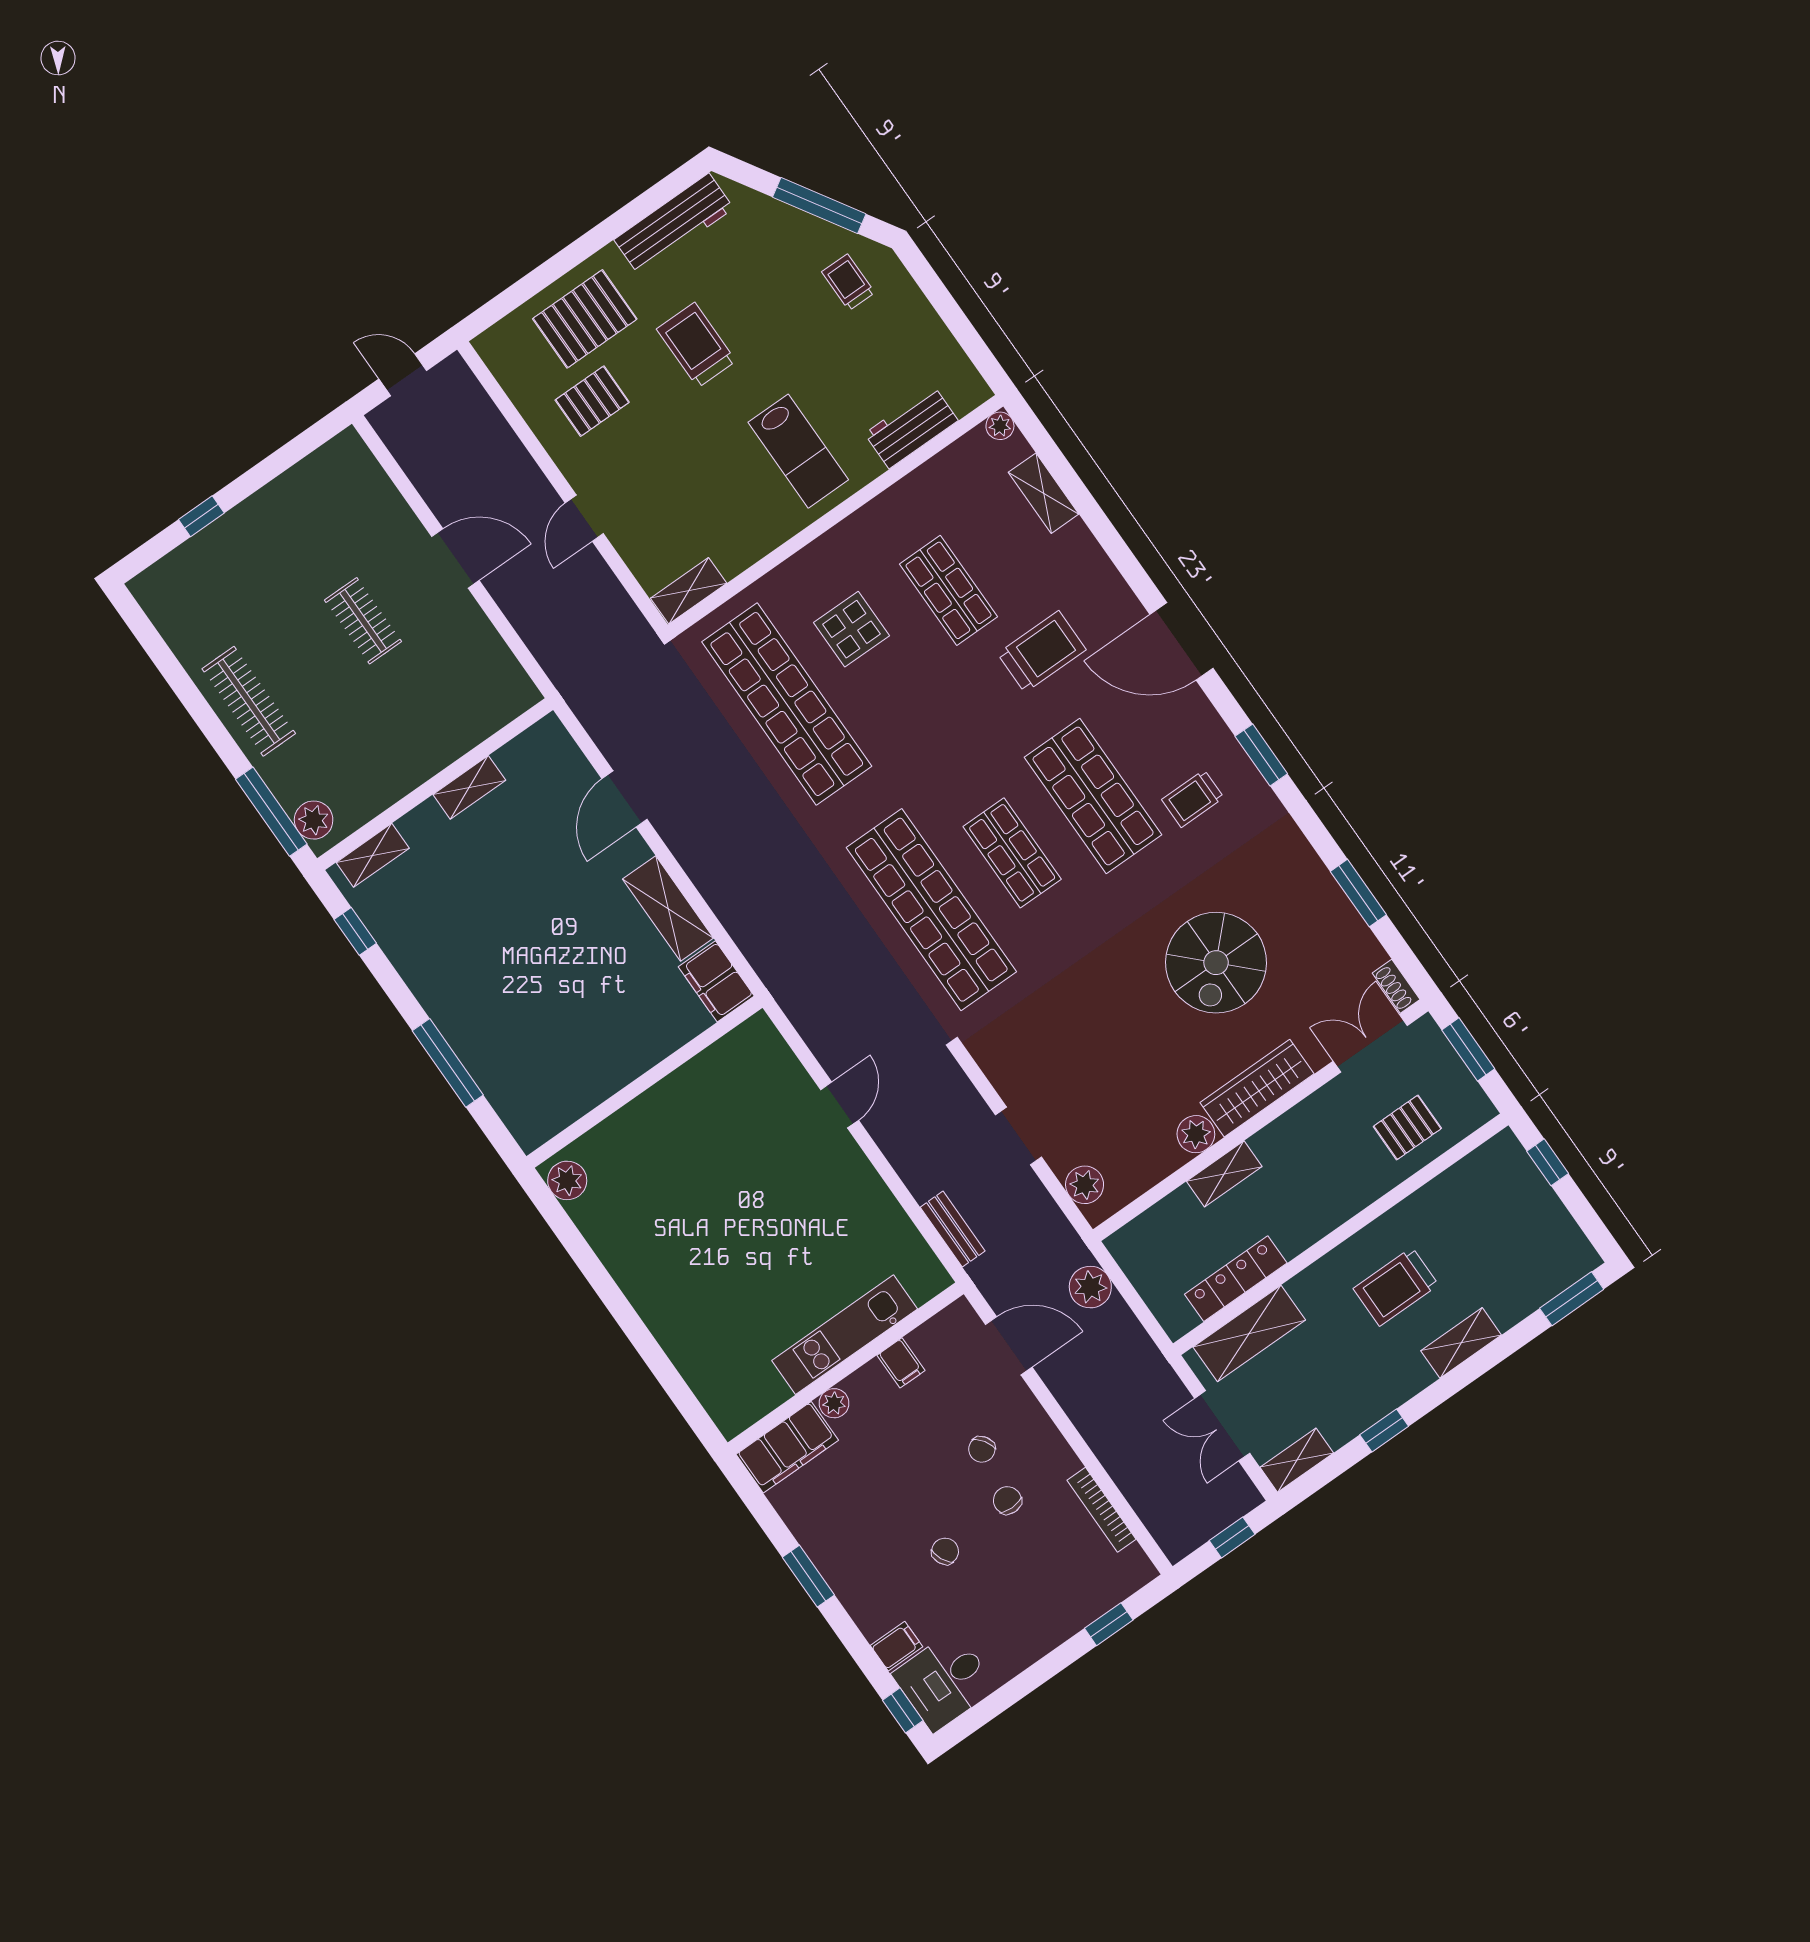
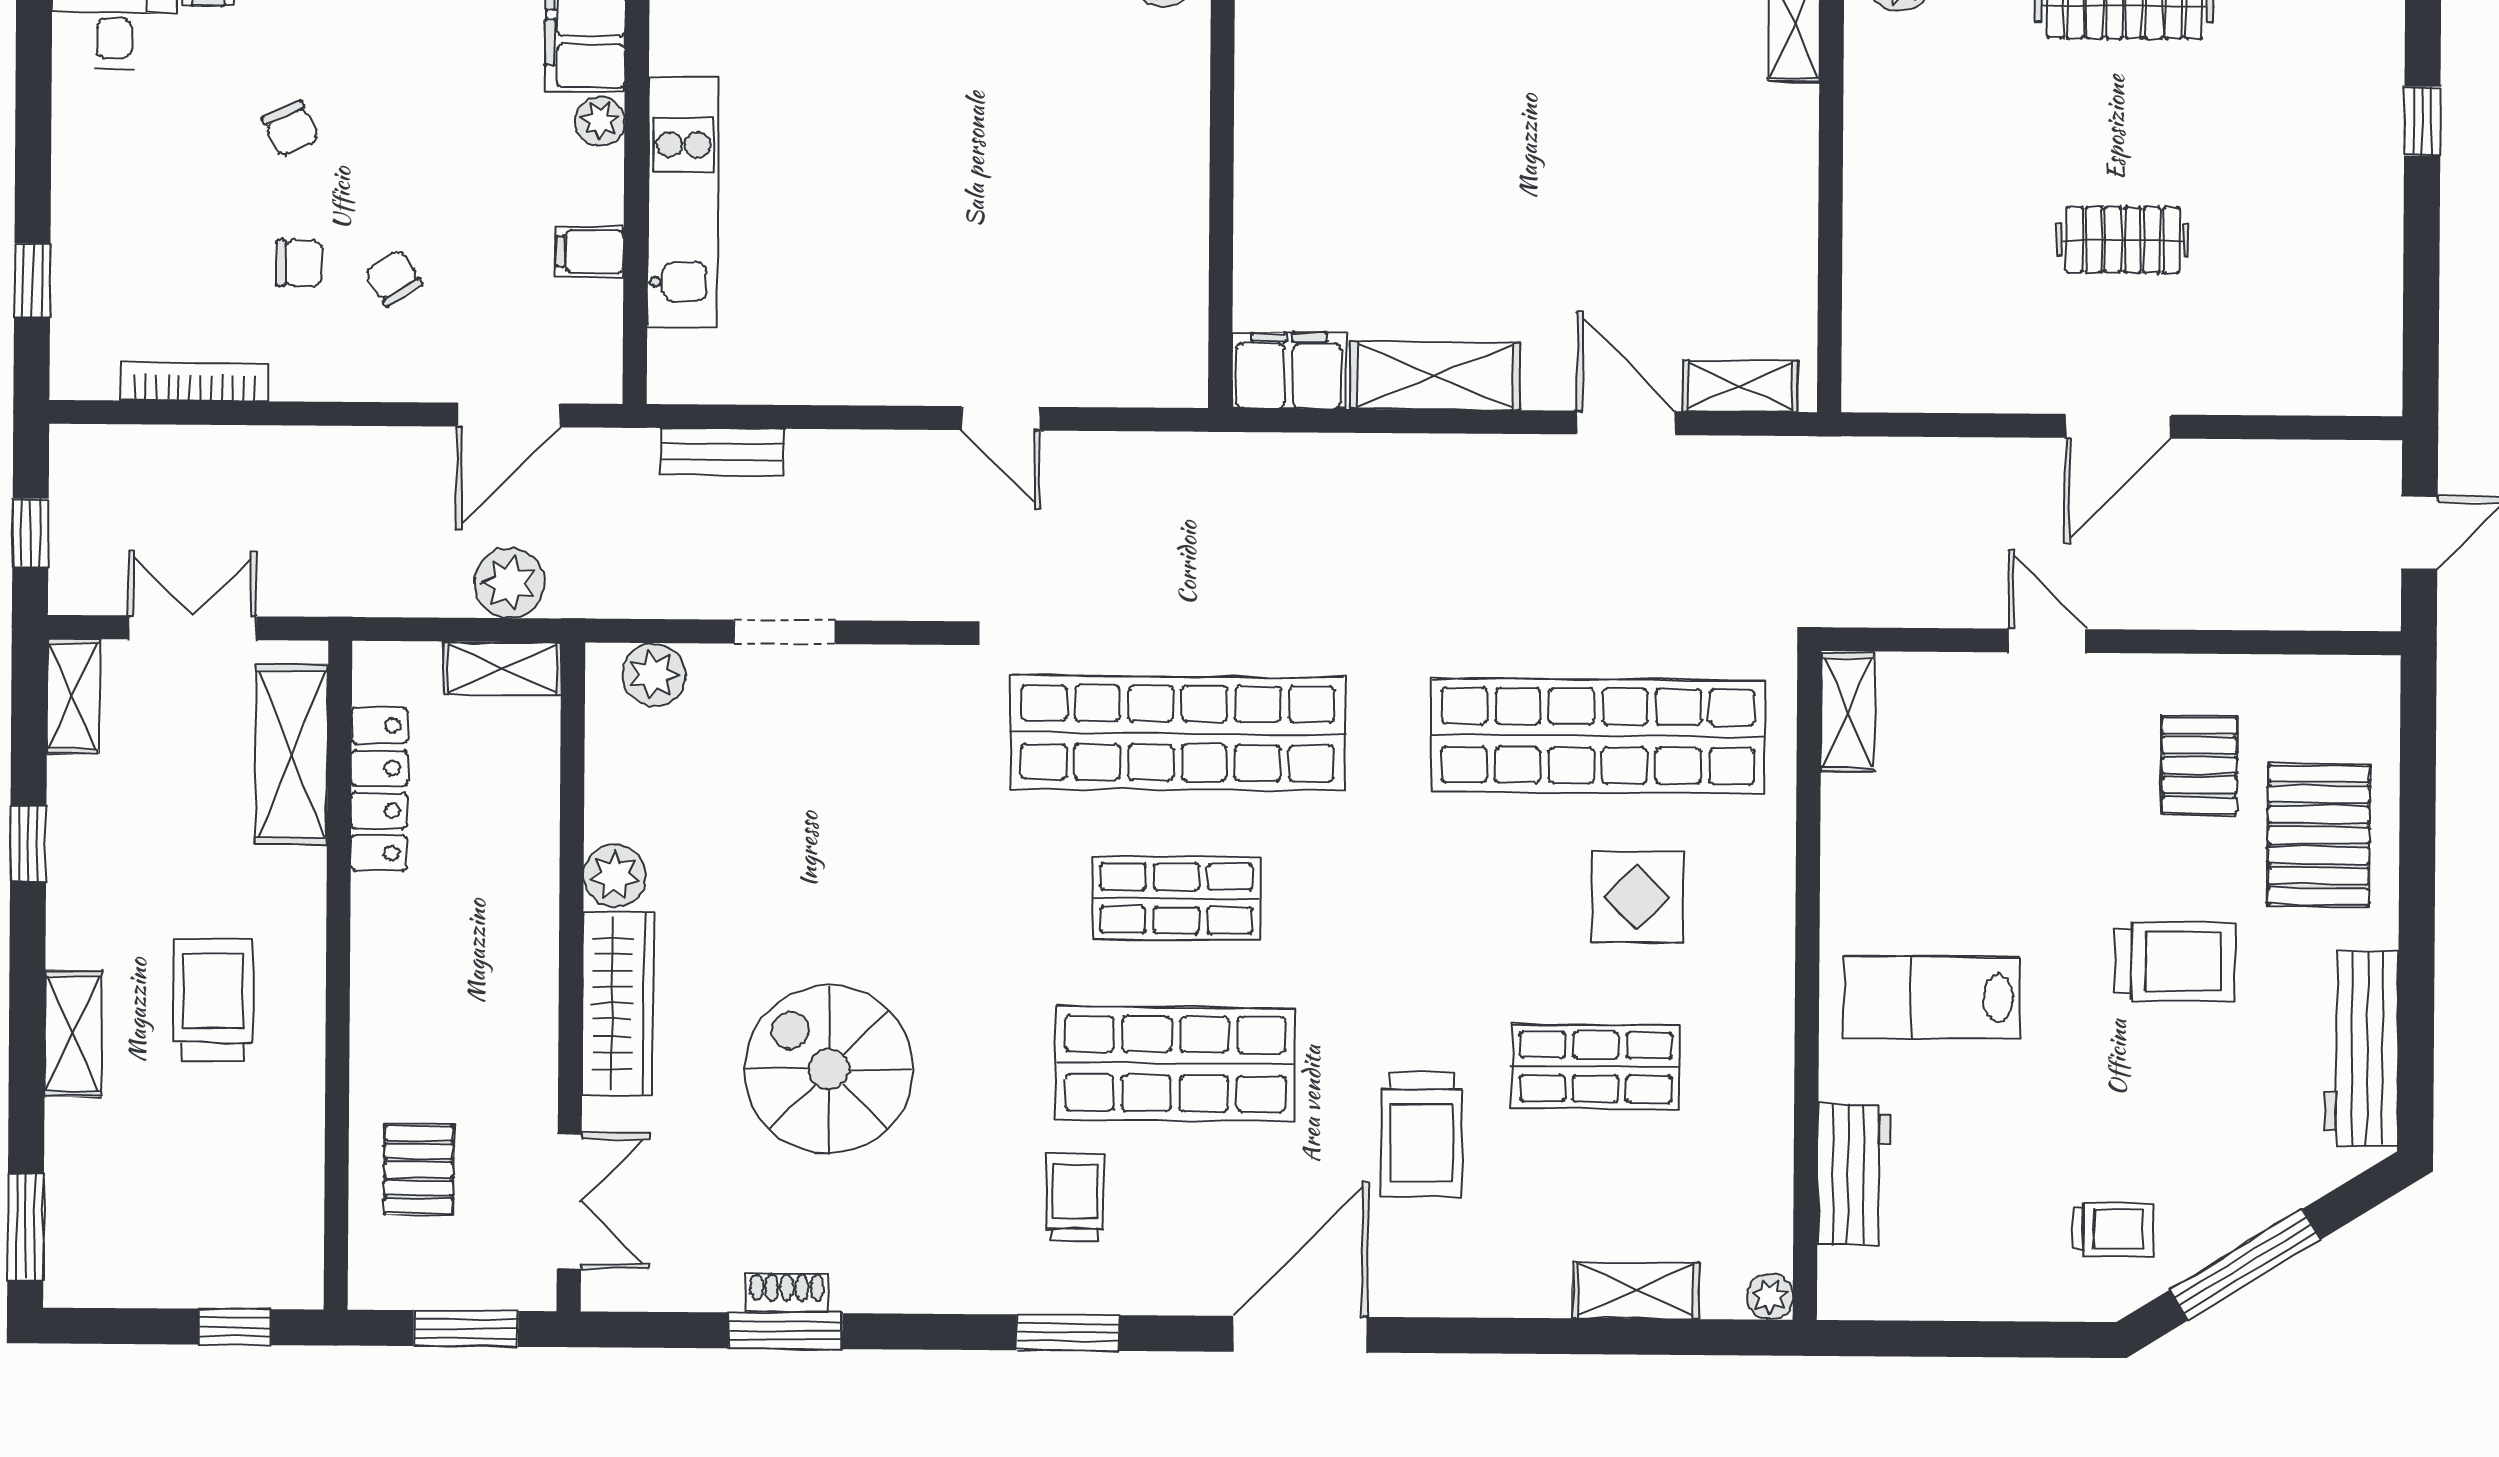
shelving: (469, 787) -> (1740, 386), moved, turned 90
shoe rack: (1396, 986) -> (787, 1293), moved
shelving: (1224, 1174) -> (502, 668), moved, turned 90

